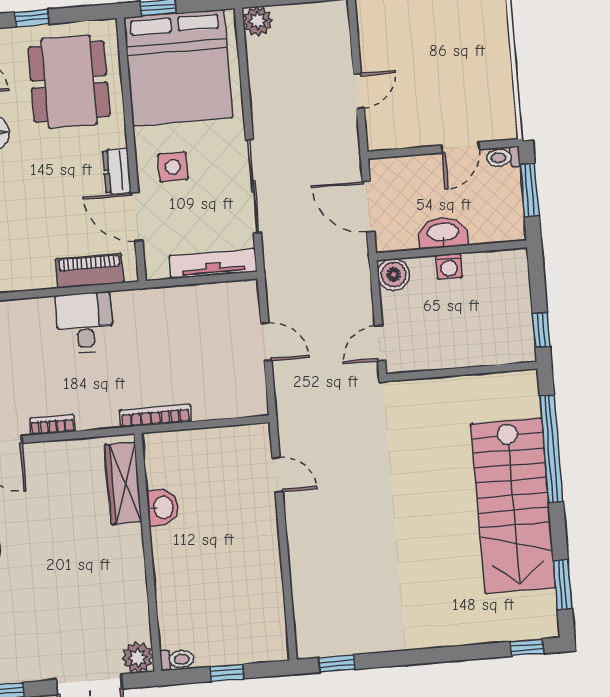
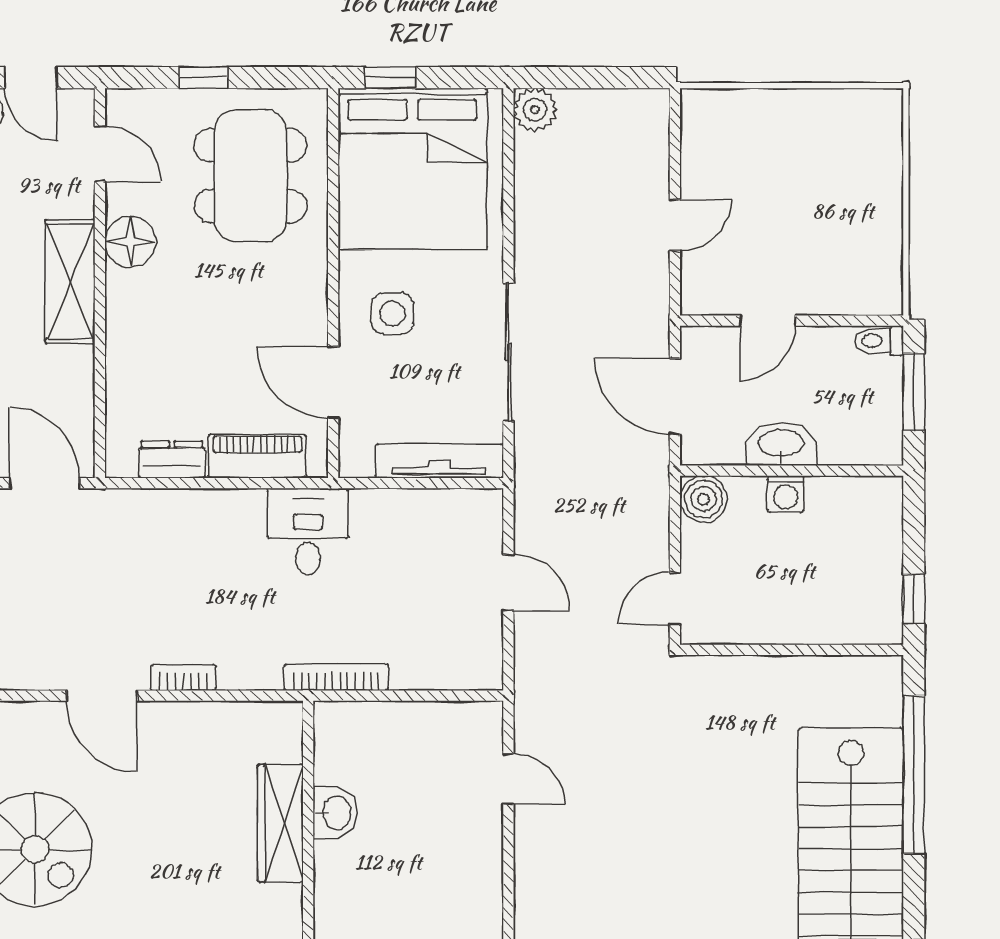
door: (461, 147) -> (767, 321), moved
dresser: (117, 171) -> (172, 460), moved, turned 90
desk: (85, 323) -> (308, 532), moved
wardrobe: (123, 483) -> (280, 823), moved

